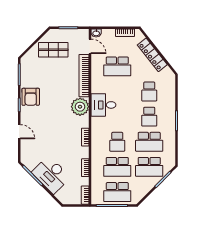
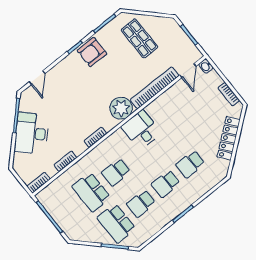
shop shelf: (53, 50) -> (139, 38), moved
school desk: (117, 66) -> (190, 113), removed
door: (19, 132) -> (37, 78), moved
school desk: (149, 142) -> (141, 204), width x0.54
school desk: (117, 192) -> (67, 212), removed

